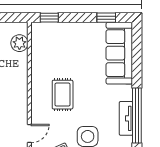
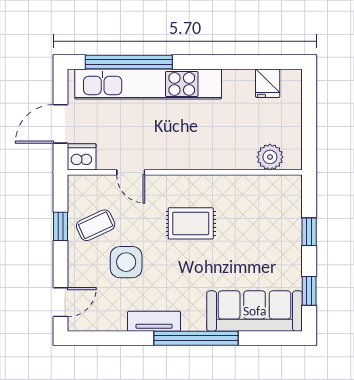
window: (49, 18) -> (309, 232), moved
window: (137, 115) -> (196, 338), moved

